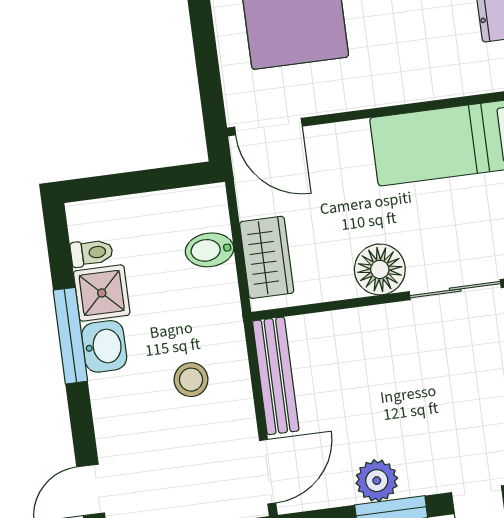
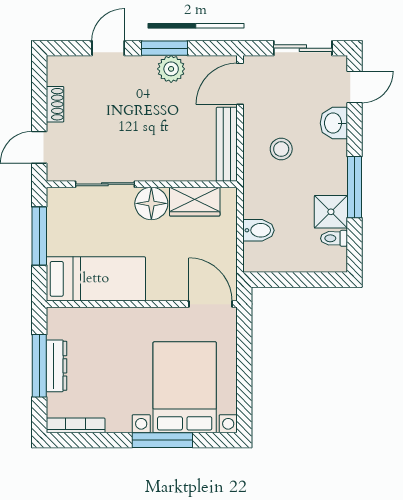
wardrobe: (267, 257) -> (195, 202), moved, turned -90
washbasin: (104, 346) -> (334, 123), moved

